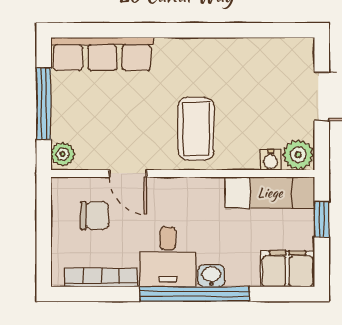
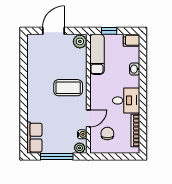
row of seats: (102, 54) -> (34, 138), width x0.68
water cooler: (271, 160) -> (82, 134), moved
filing cabinet: (287, 269) -> (131, 40), width x0.50
washbasin: (211, 276) -> (135, 69), moved
window: (195, 294) -> (143, 88), removed

